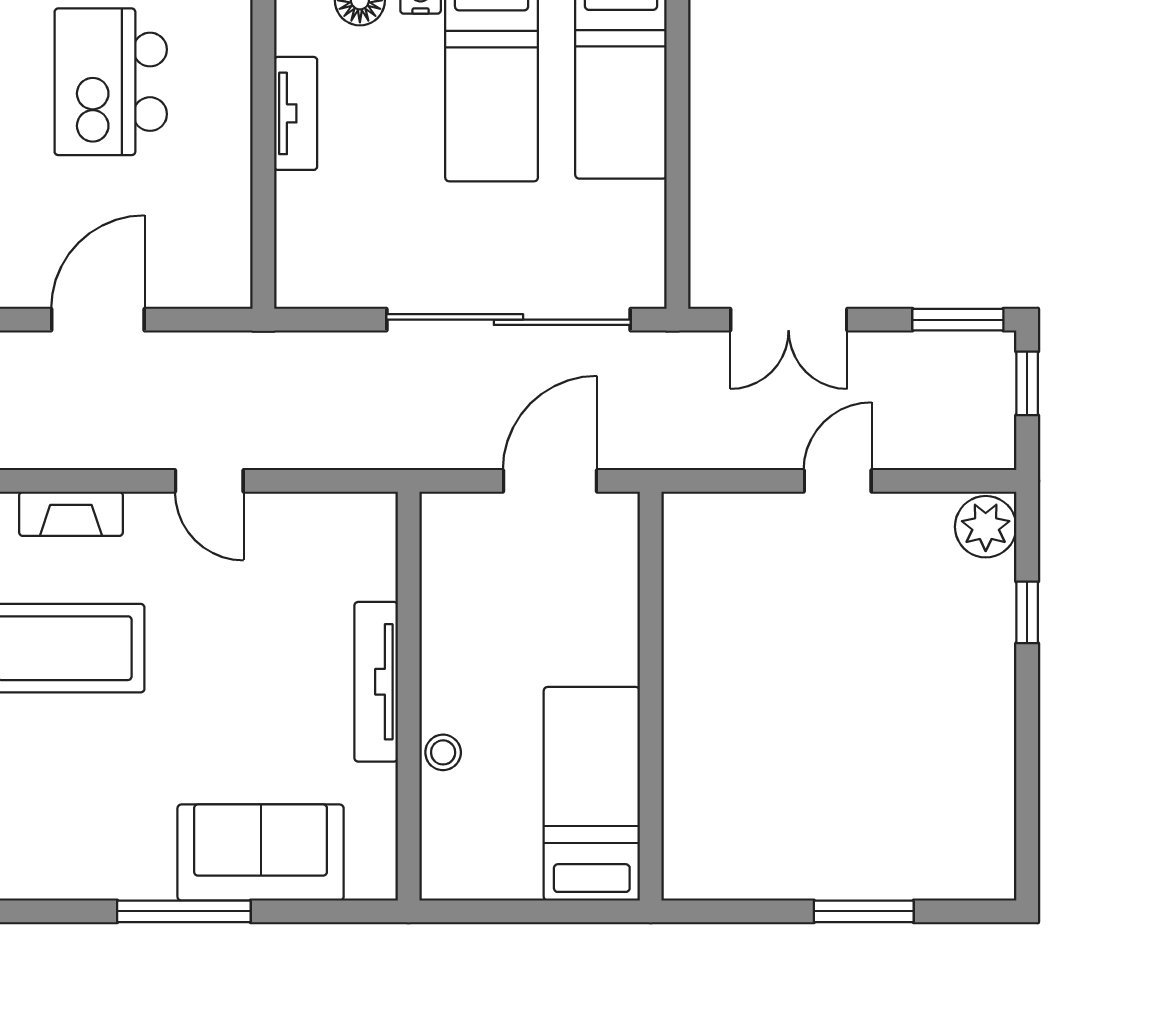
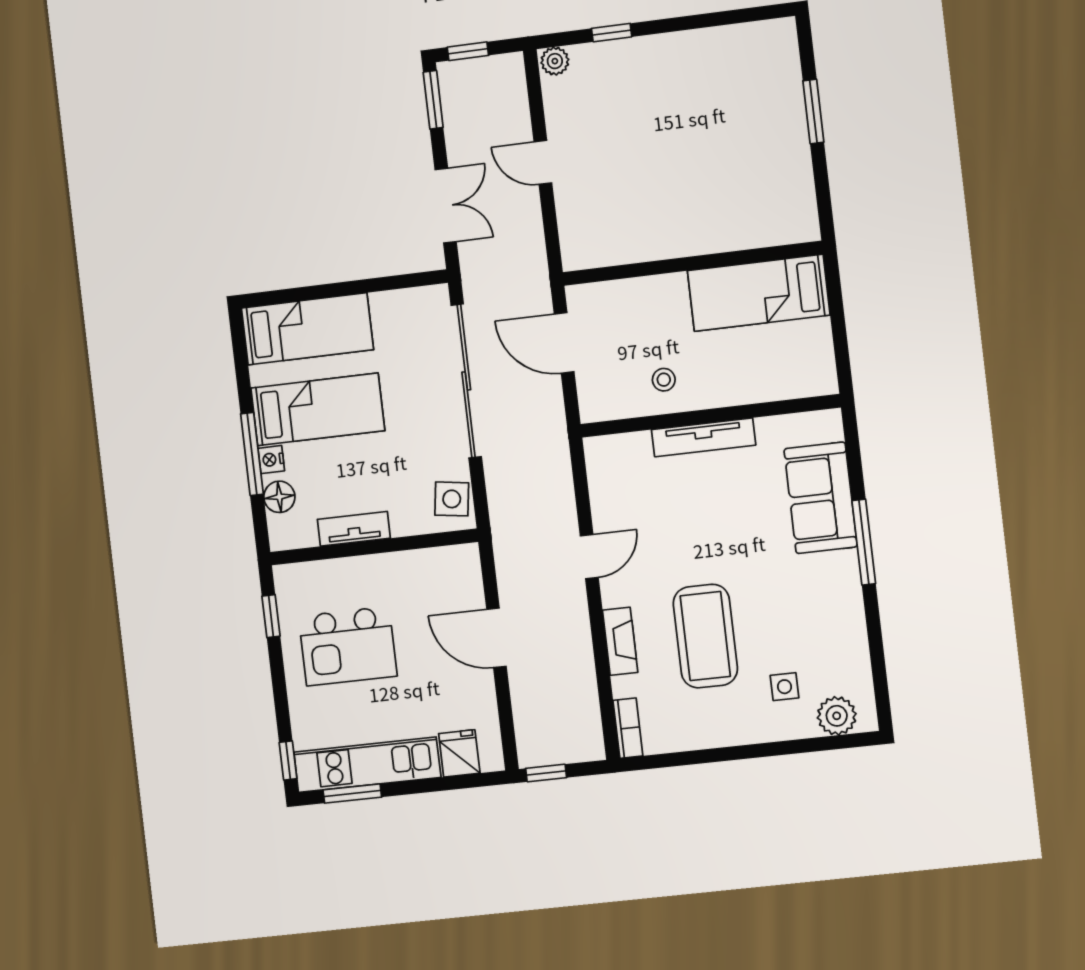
side table: (325, 275) -> (452, 499), added
plant: (986, 527) -> (555, 61), width x0.73, depth x0.73
stool: (443, 752) -> (664, 380), moved

